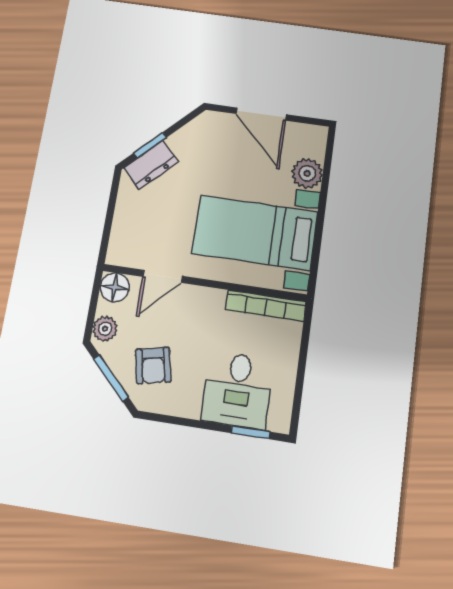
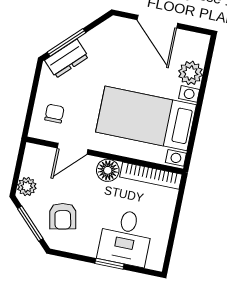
window: (150, 145) -> (66, 42), width x1.50
chair: (138, 233) -> (54, 114), added
floor lamp: (115, 287) -> (108, 170), moved
window: (250, 432) -> (109, 264), moved

